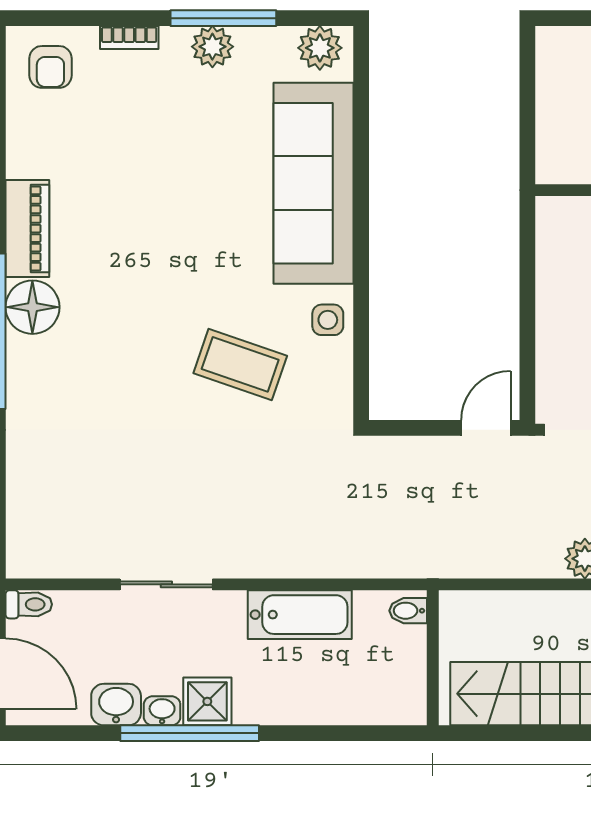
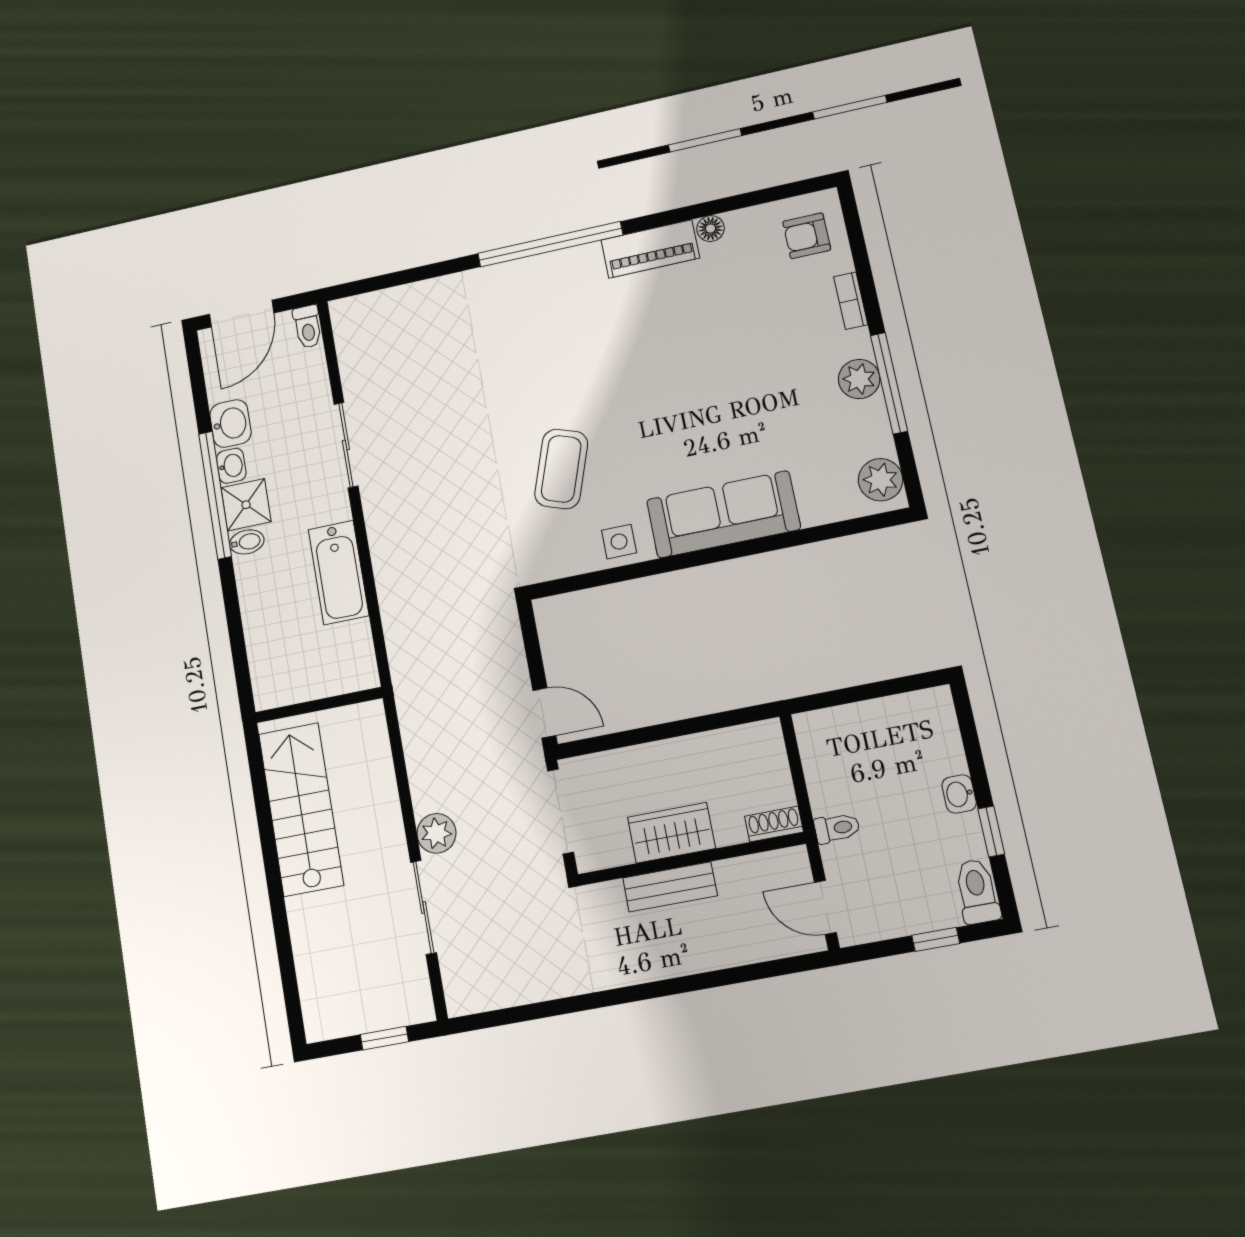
sofa: (314, 183) -> (723, 514), width x0.74, depth x0.79
floor lamp: (32, 307) -> (711, 229), moved, width x0.53, depth x0.53
bidet: (408, 611) -> (247, 542), moved, turned 90

